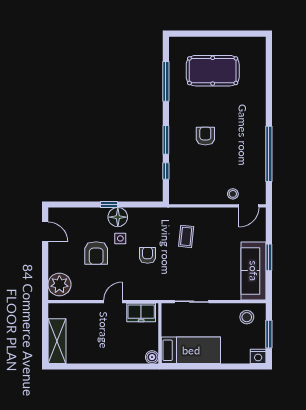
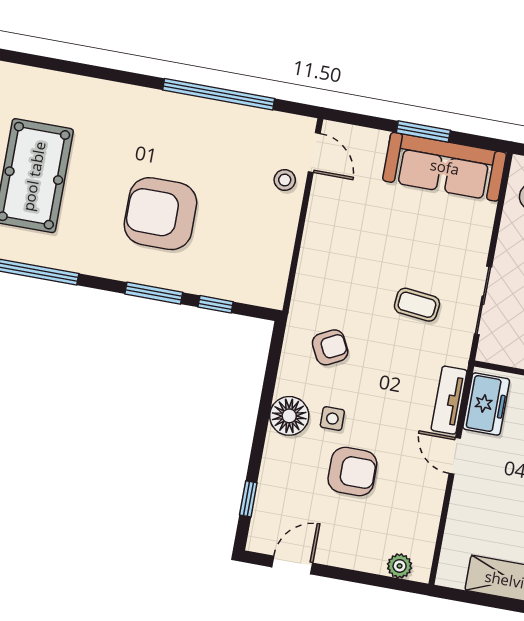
armchair: (205, 136) -> (160, 214), width x1.88, depth x1.88
window: (109, 204) -> (248, 499), moved
coffee table: (186, 236) -> (417, 305), moved
armchair: (148, 255) -> (330, 347), moved, turned 153
plant: (59, 284) -> (400, 566), width x0.53, depth x0.53
tv unit: (140, 294) -> (449, 400), added

